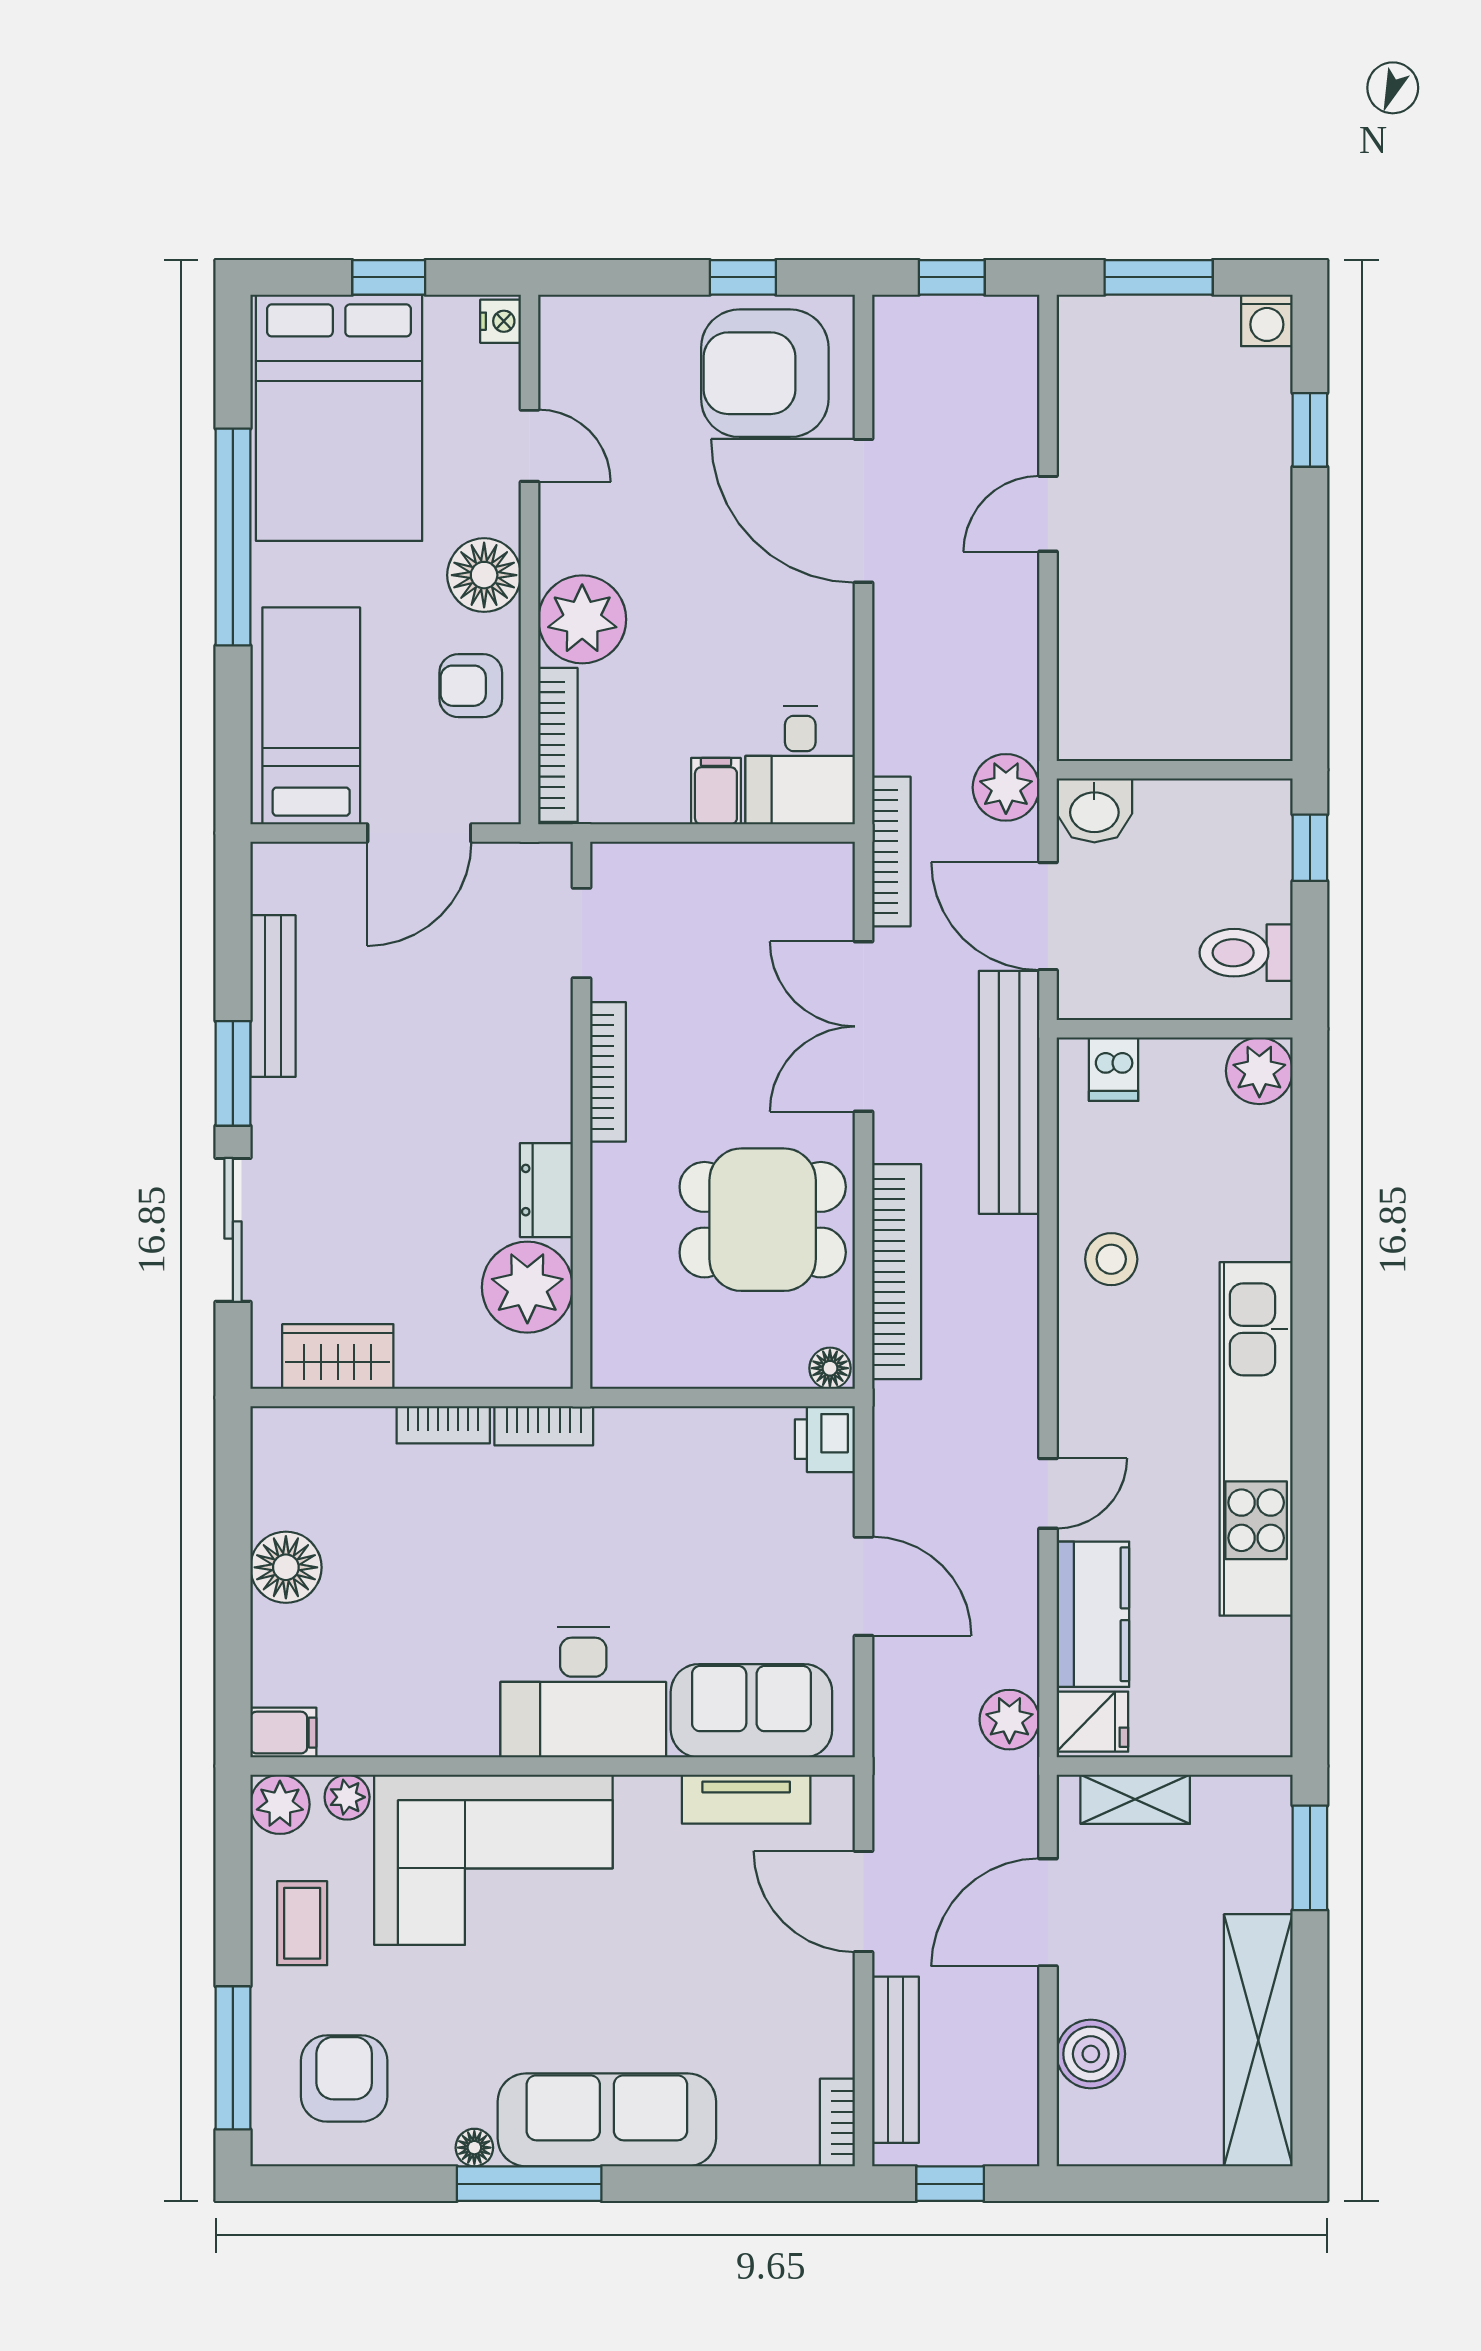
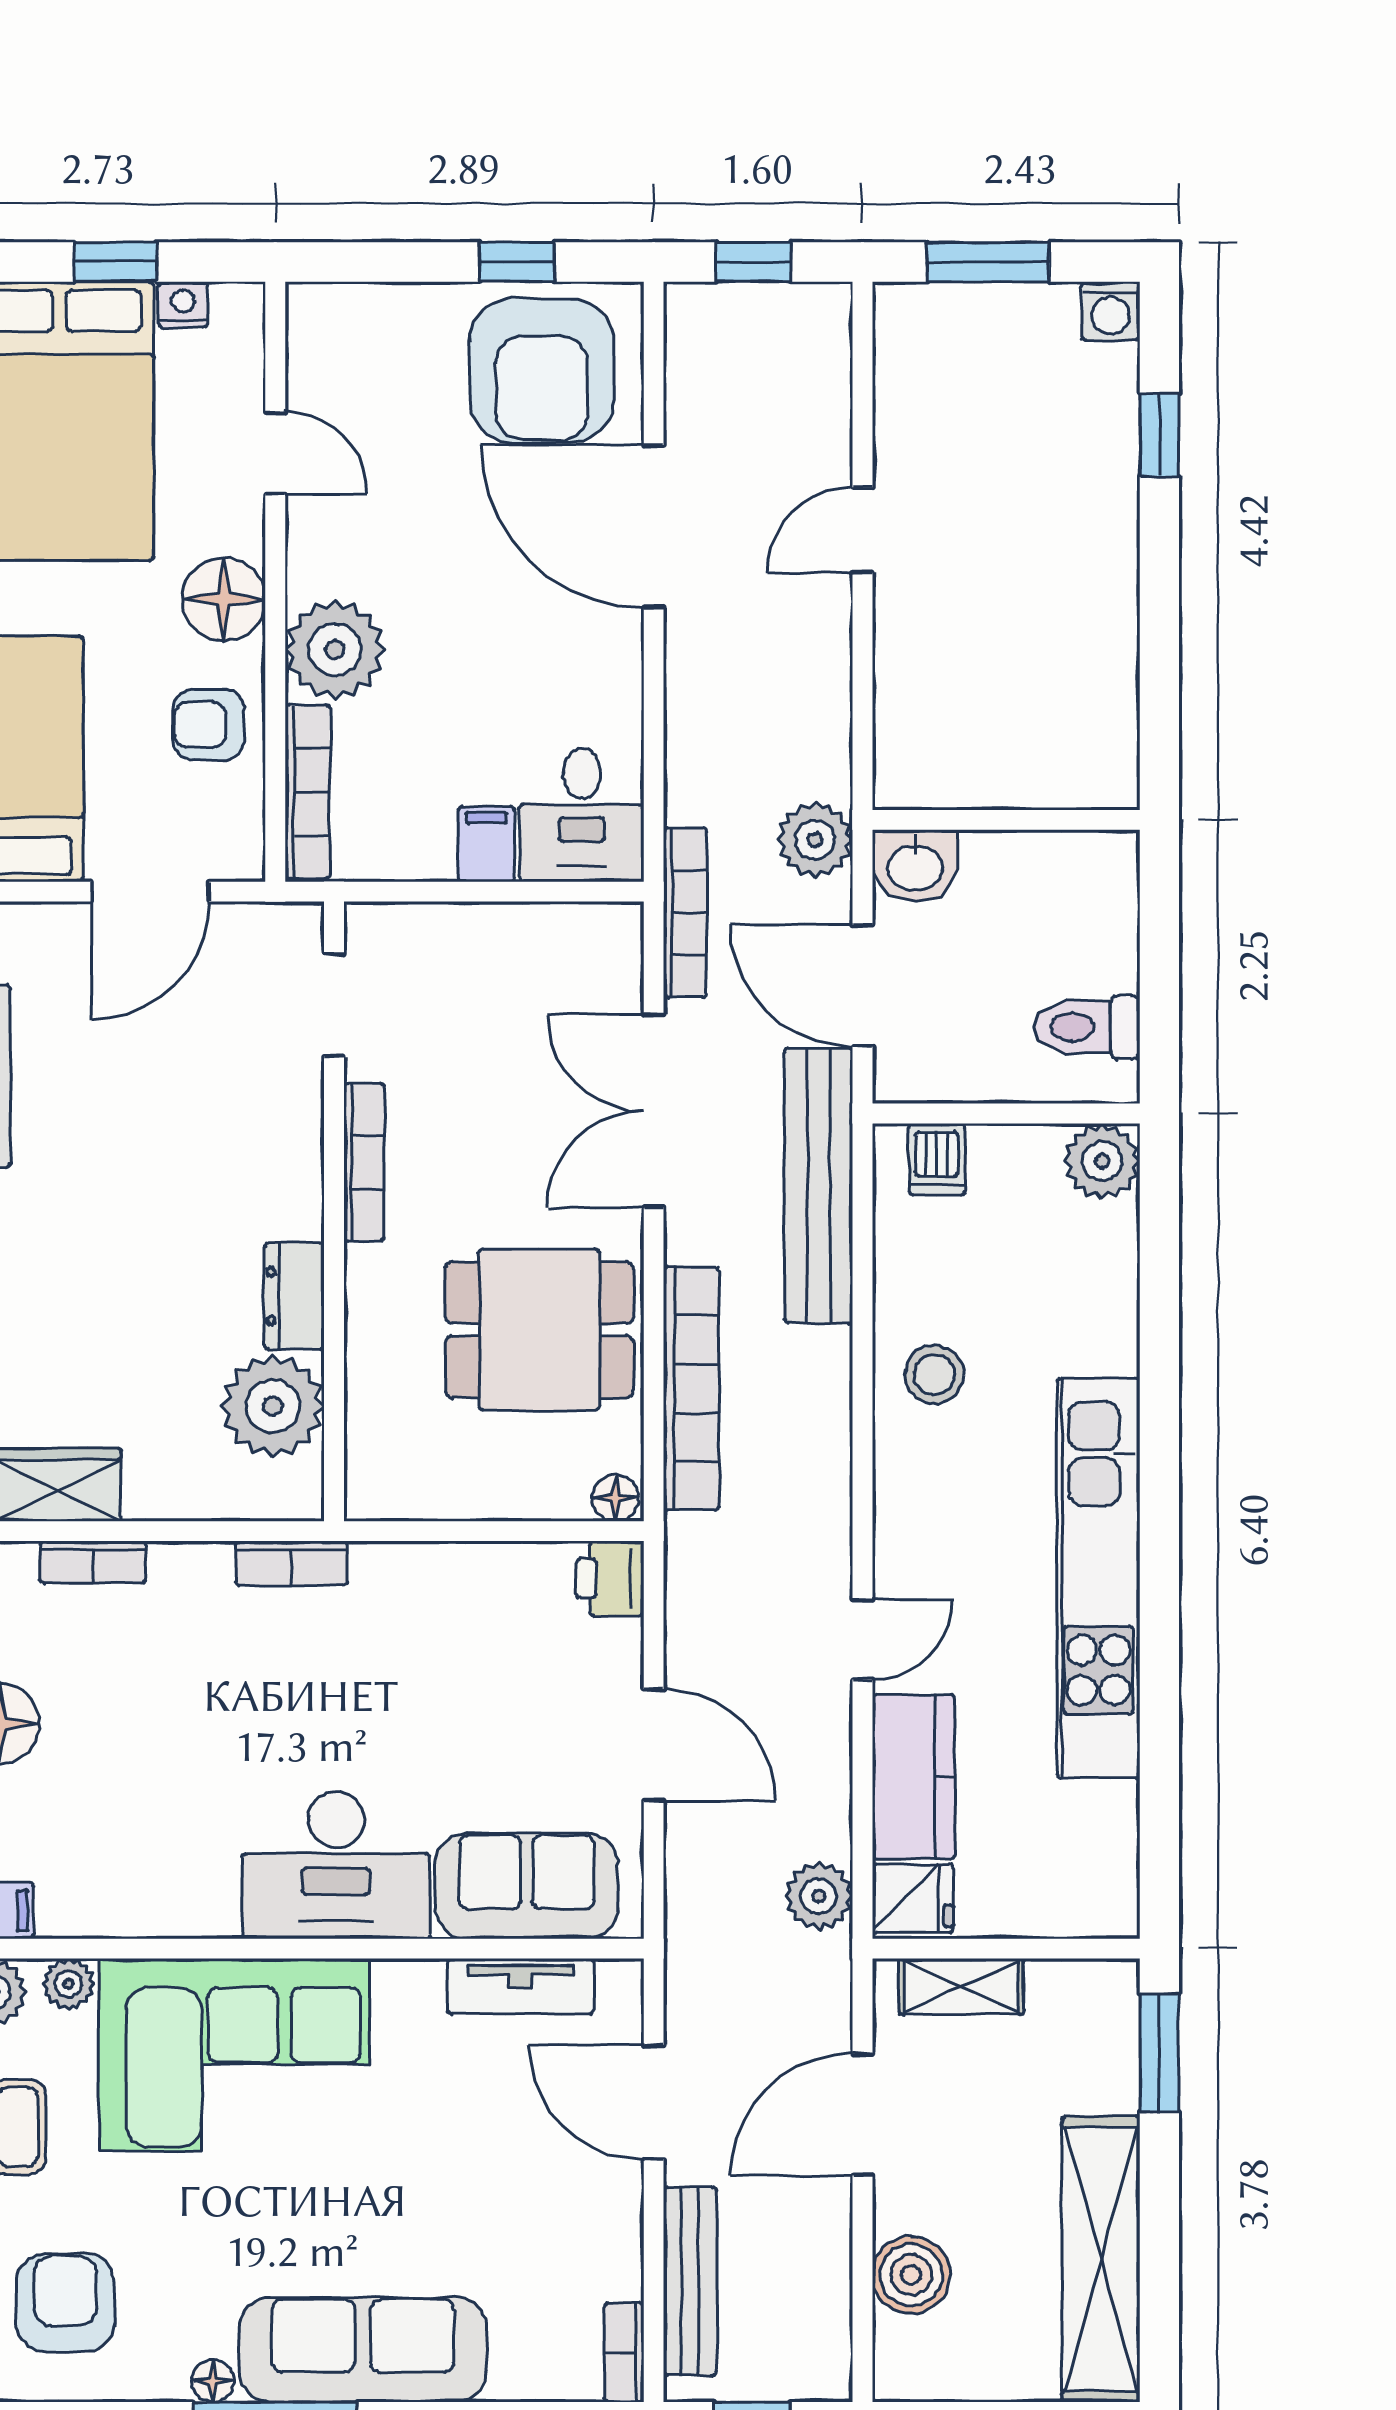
nightstand: (501, 321) -> (183, 305), moved, turned -90
armchair: (765, 373) -> (542, 371), turned -90
window: (1310, 848) -> (1159, 908), removed
bookcase: (443, 1425) -> (93, 1562), moved

